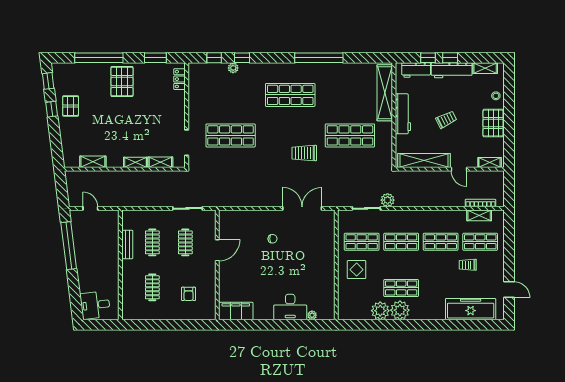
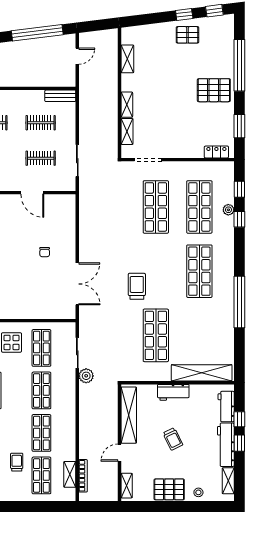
shop shelf: (231, 95) -> (199, 207), added
workbench: (403, 114) -> (173, 392), width x0.73
bench: (127, 244) -> (60, 96), moved

